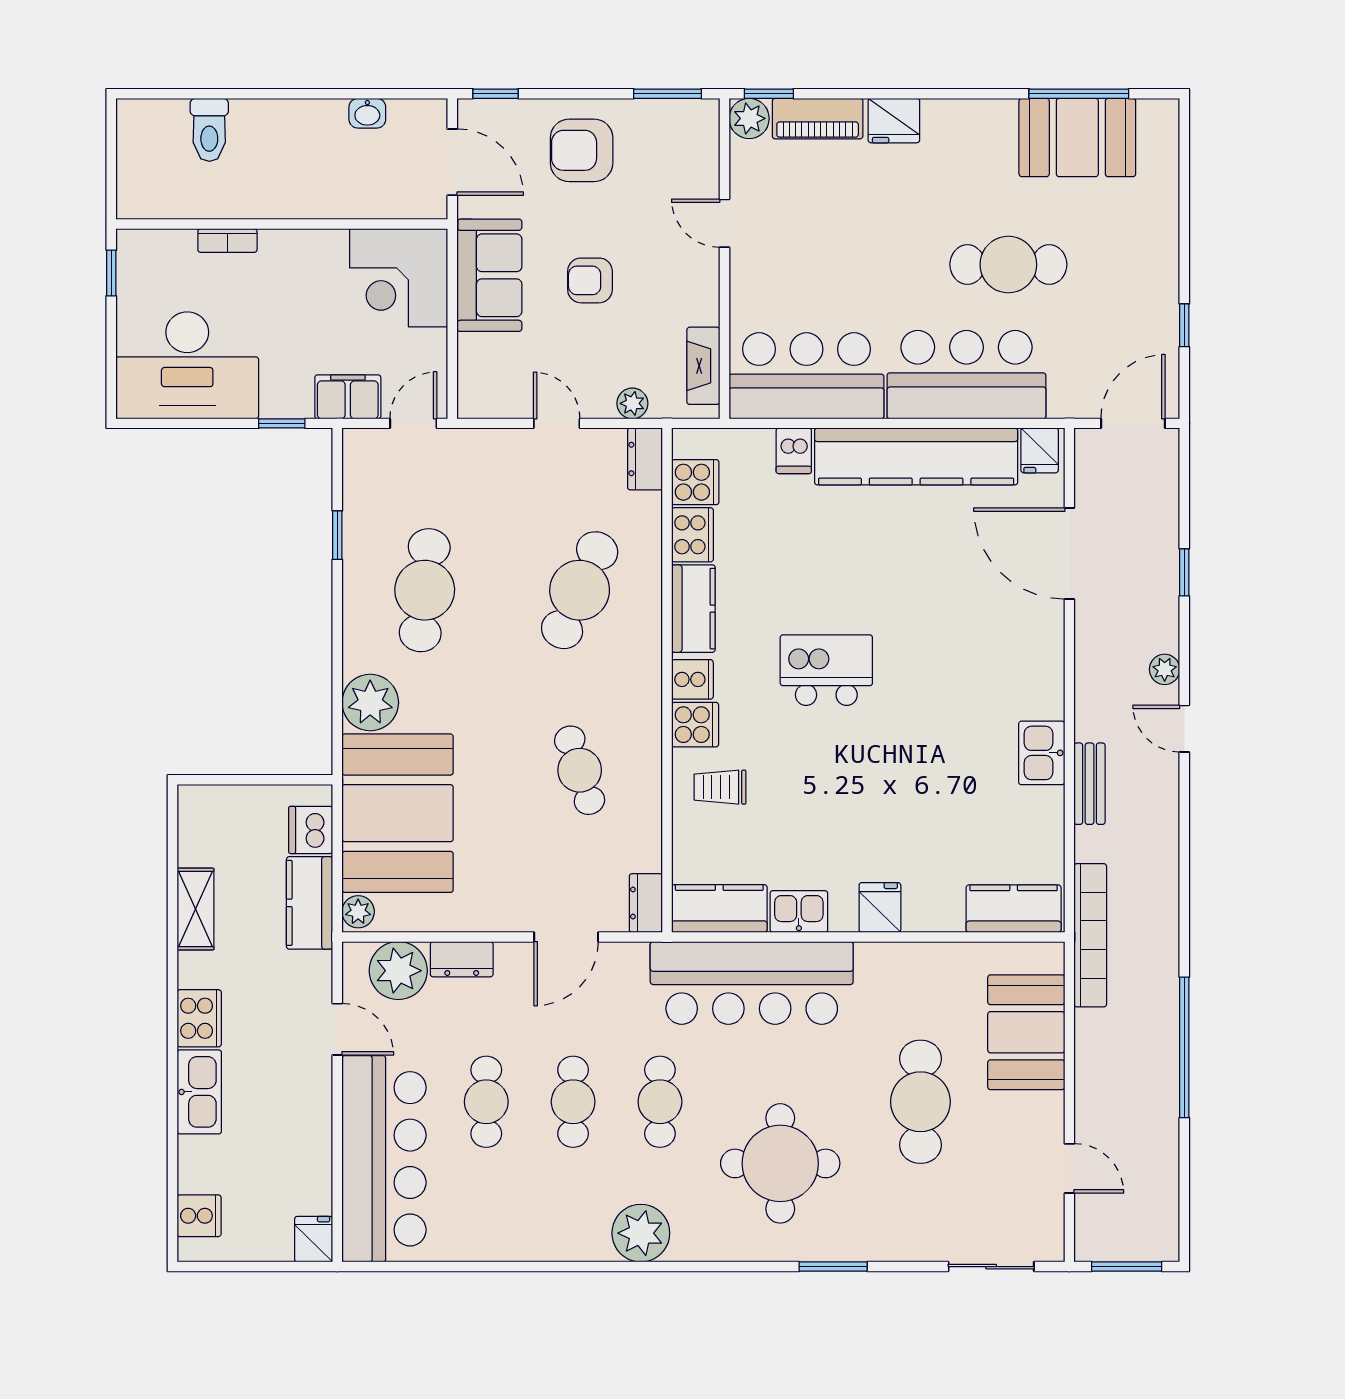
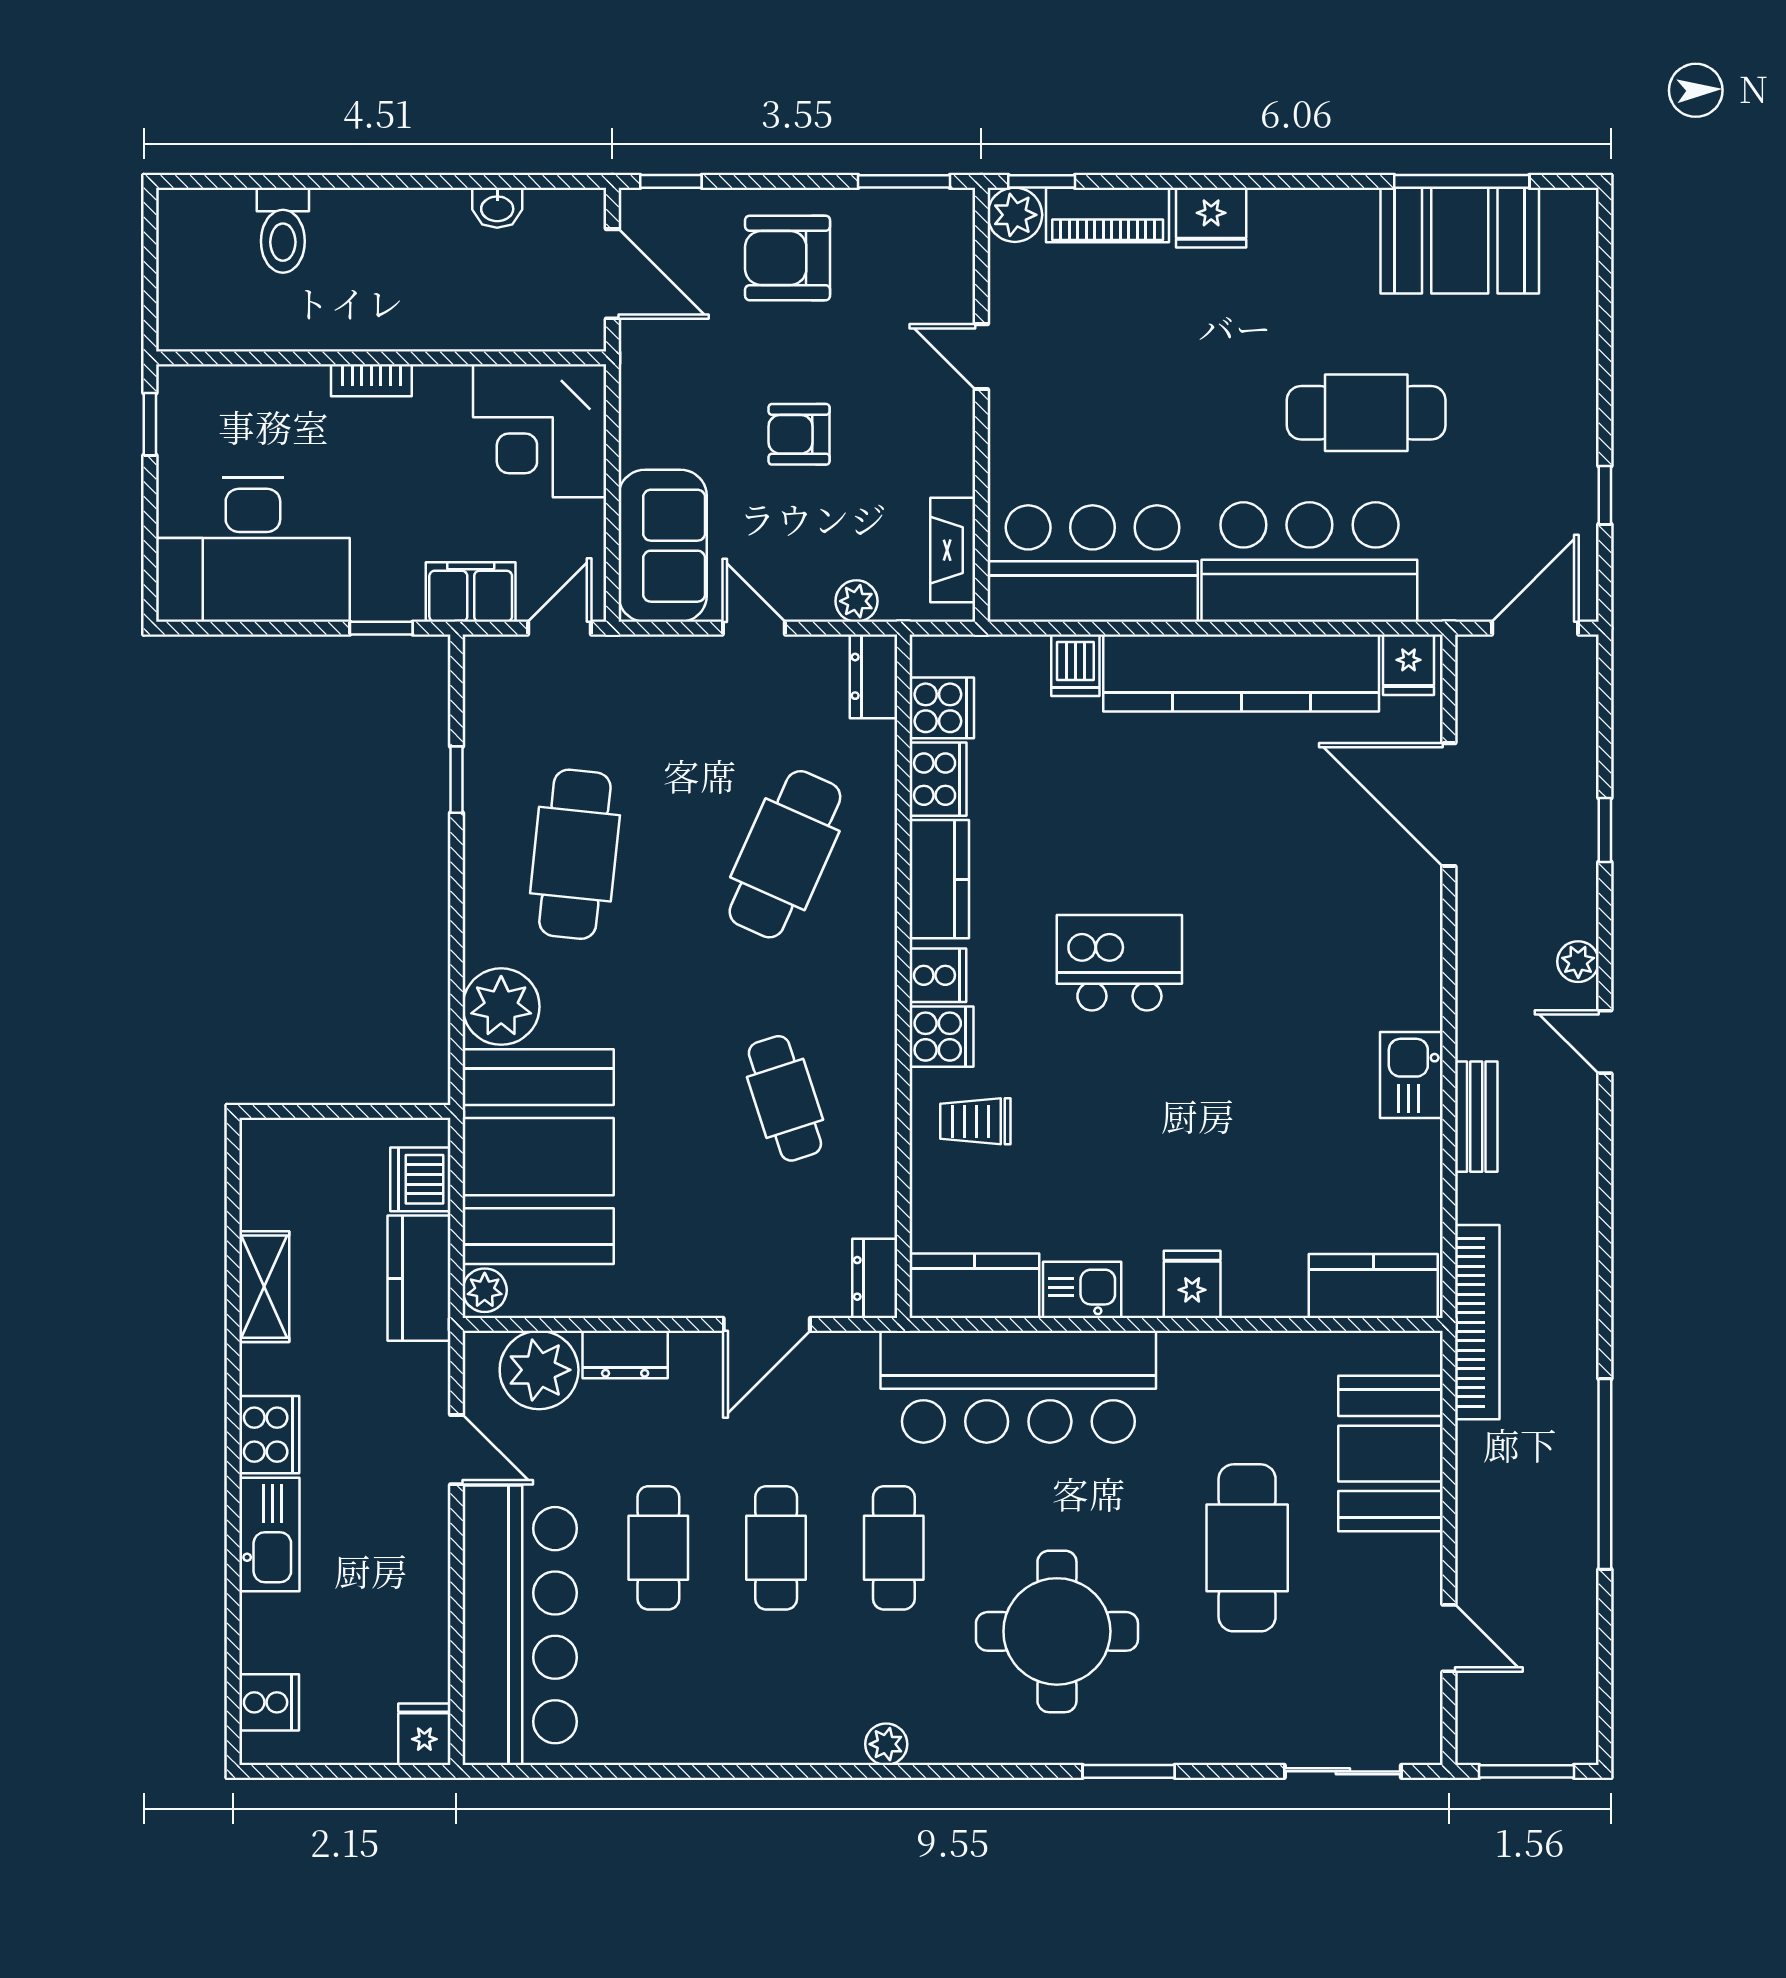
bookcase: (227, 241) -> (371, 380), moved
sofa: (489, 275) -> (663, 546), moved
plant: (641, 1233) -> (886, 1744), width x0.53, depth x0.53

